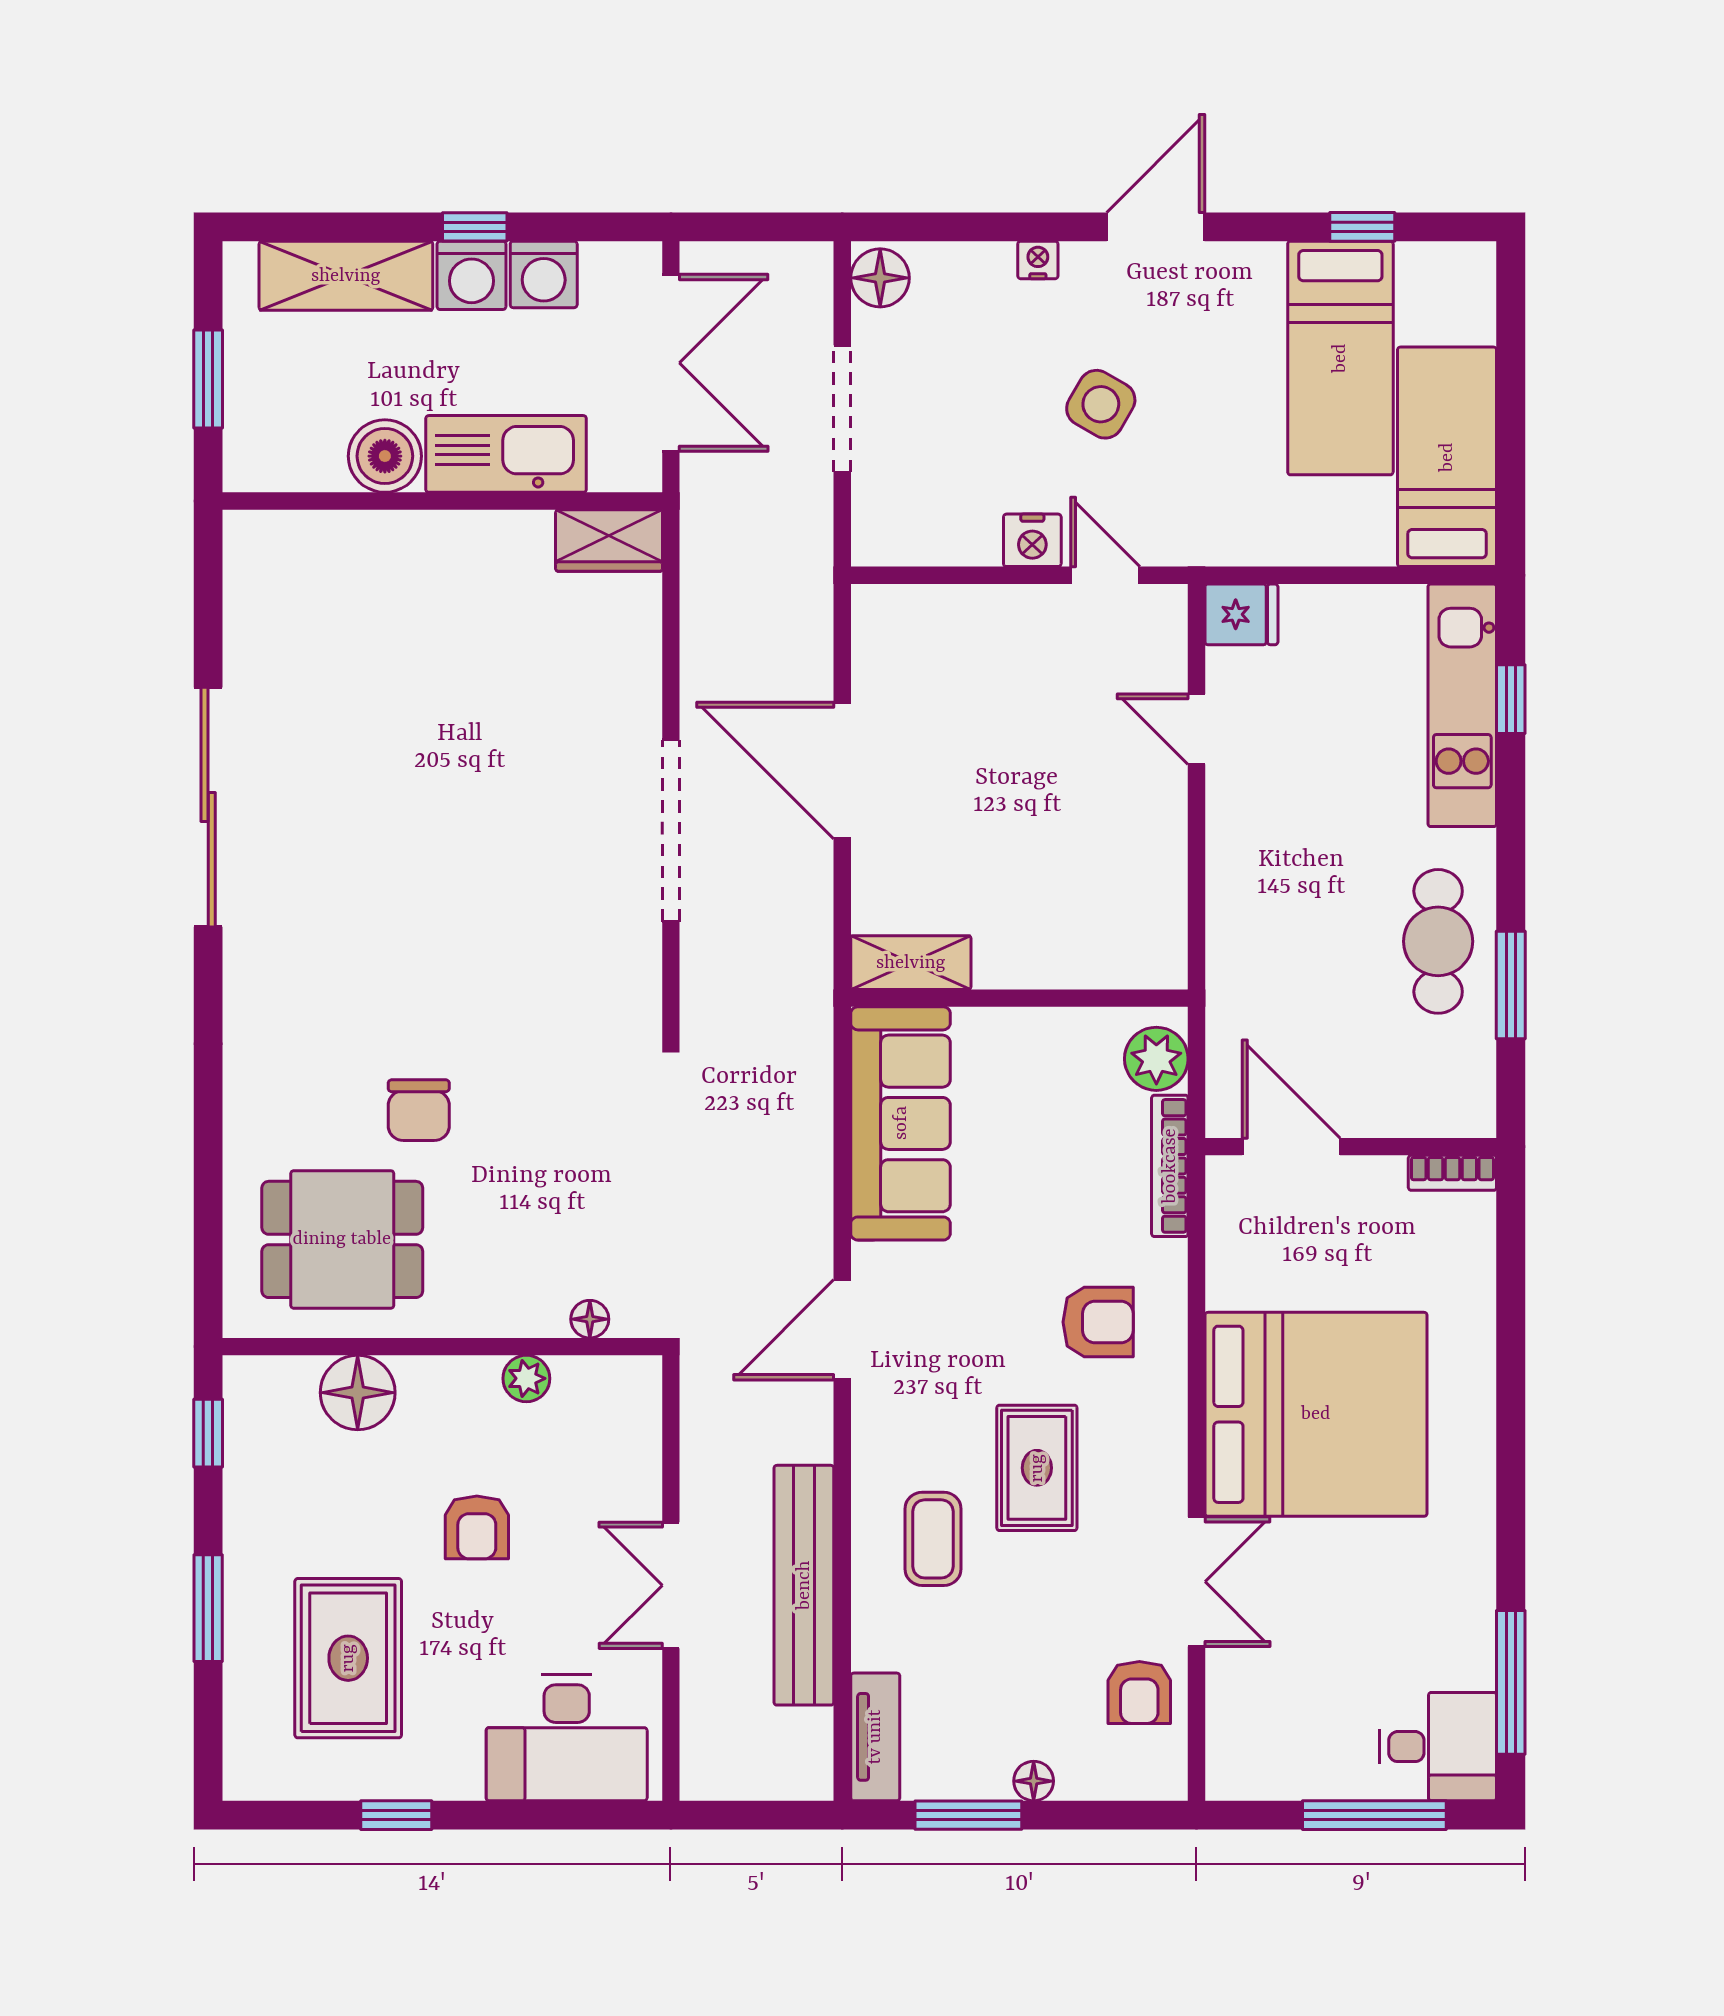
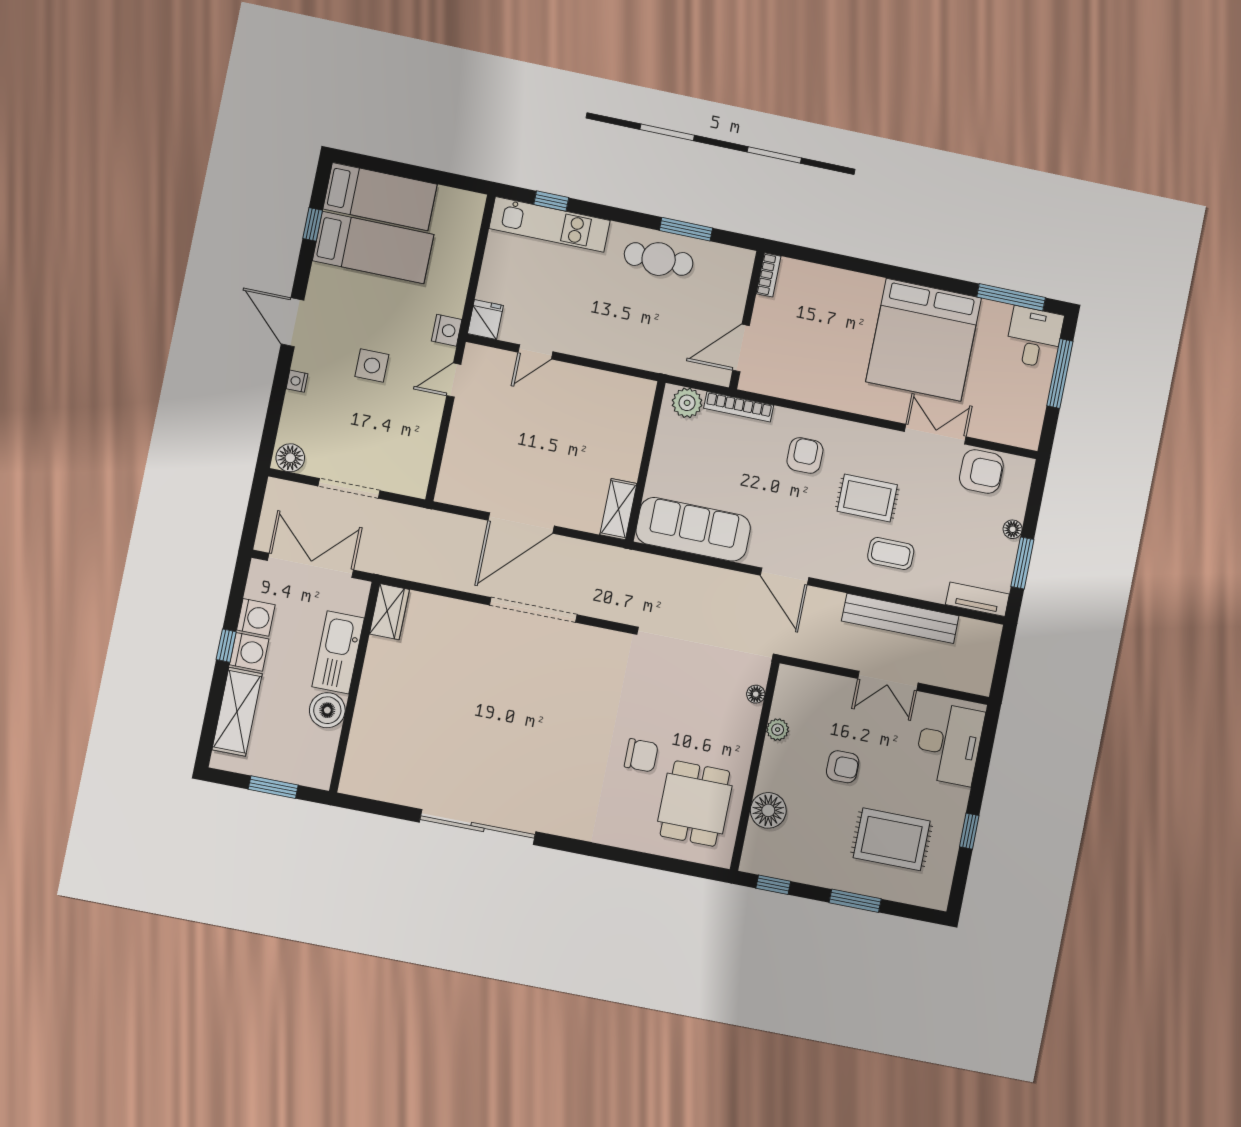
side table: (1101, 404) -> (372, 365), turned -30
bed: (1447, 457) -> (380, 197), moved, turned 180
nightstand: (1032, 540) -> (447, 330), moved
bed: (1316, 1414) -> (924, 340), moved, turned 180
armchair: (1139, 1692) -> (981, 472), width x1.38, depth x1.38

